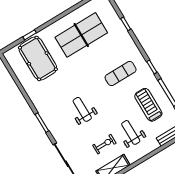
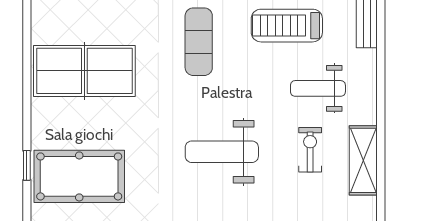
table tennis table: (81, 35) -> (84, 71), turned 90
weight bench: (82, 109) -> (222, 152), width x1.36, depth x1.33

